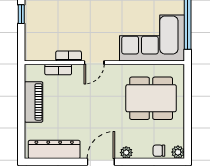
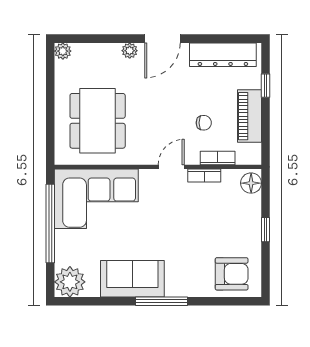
floor lamp: (32, 50) -> (251, 183), added
dining table: (151, 98) -> (98, 121), turned 90
window: (21, 125) -> (265, 86), added
chair: (159, 151) -> (204, 123), moved

